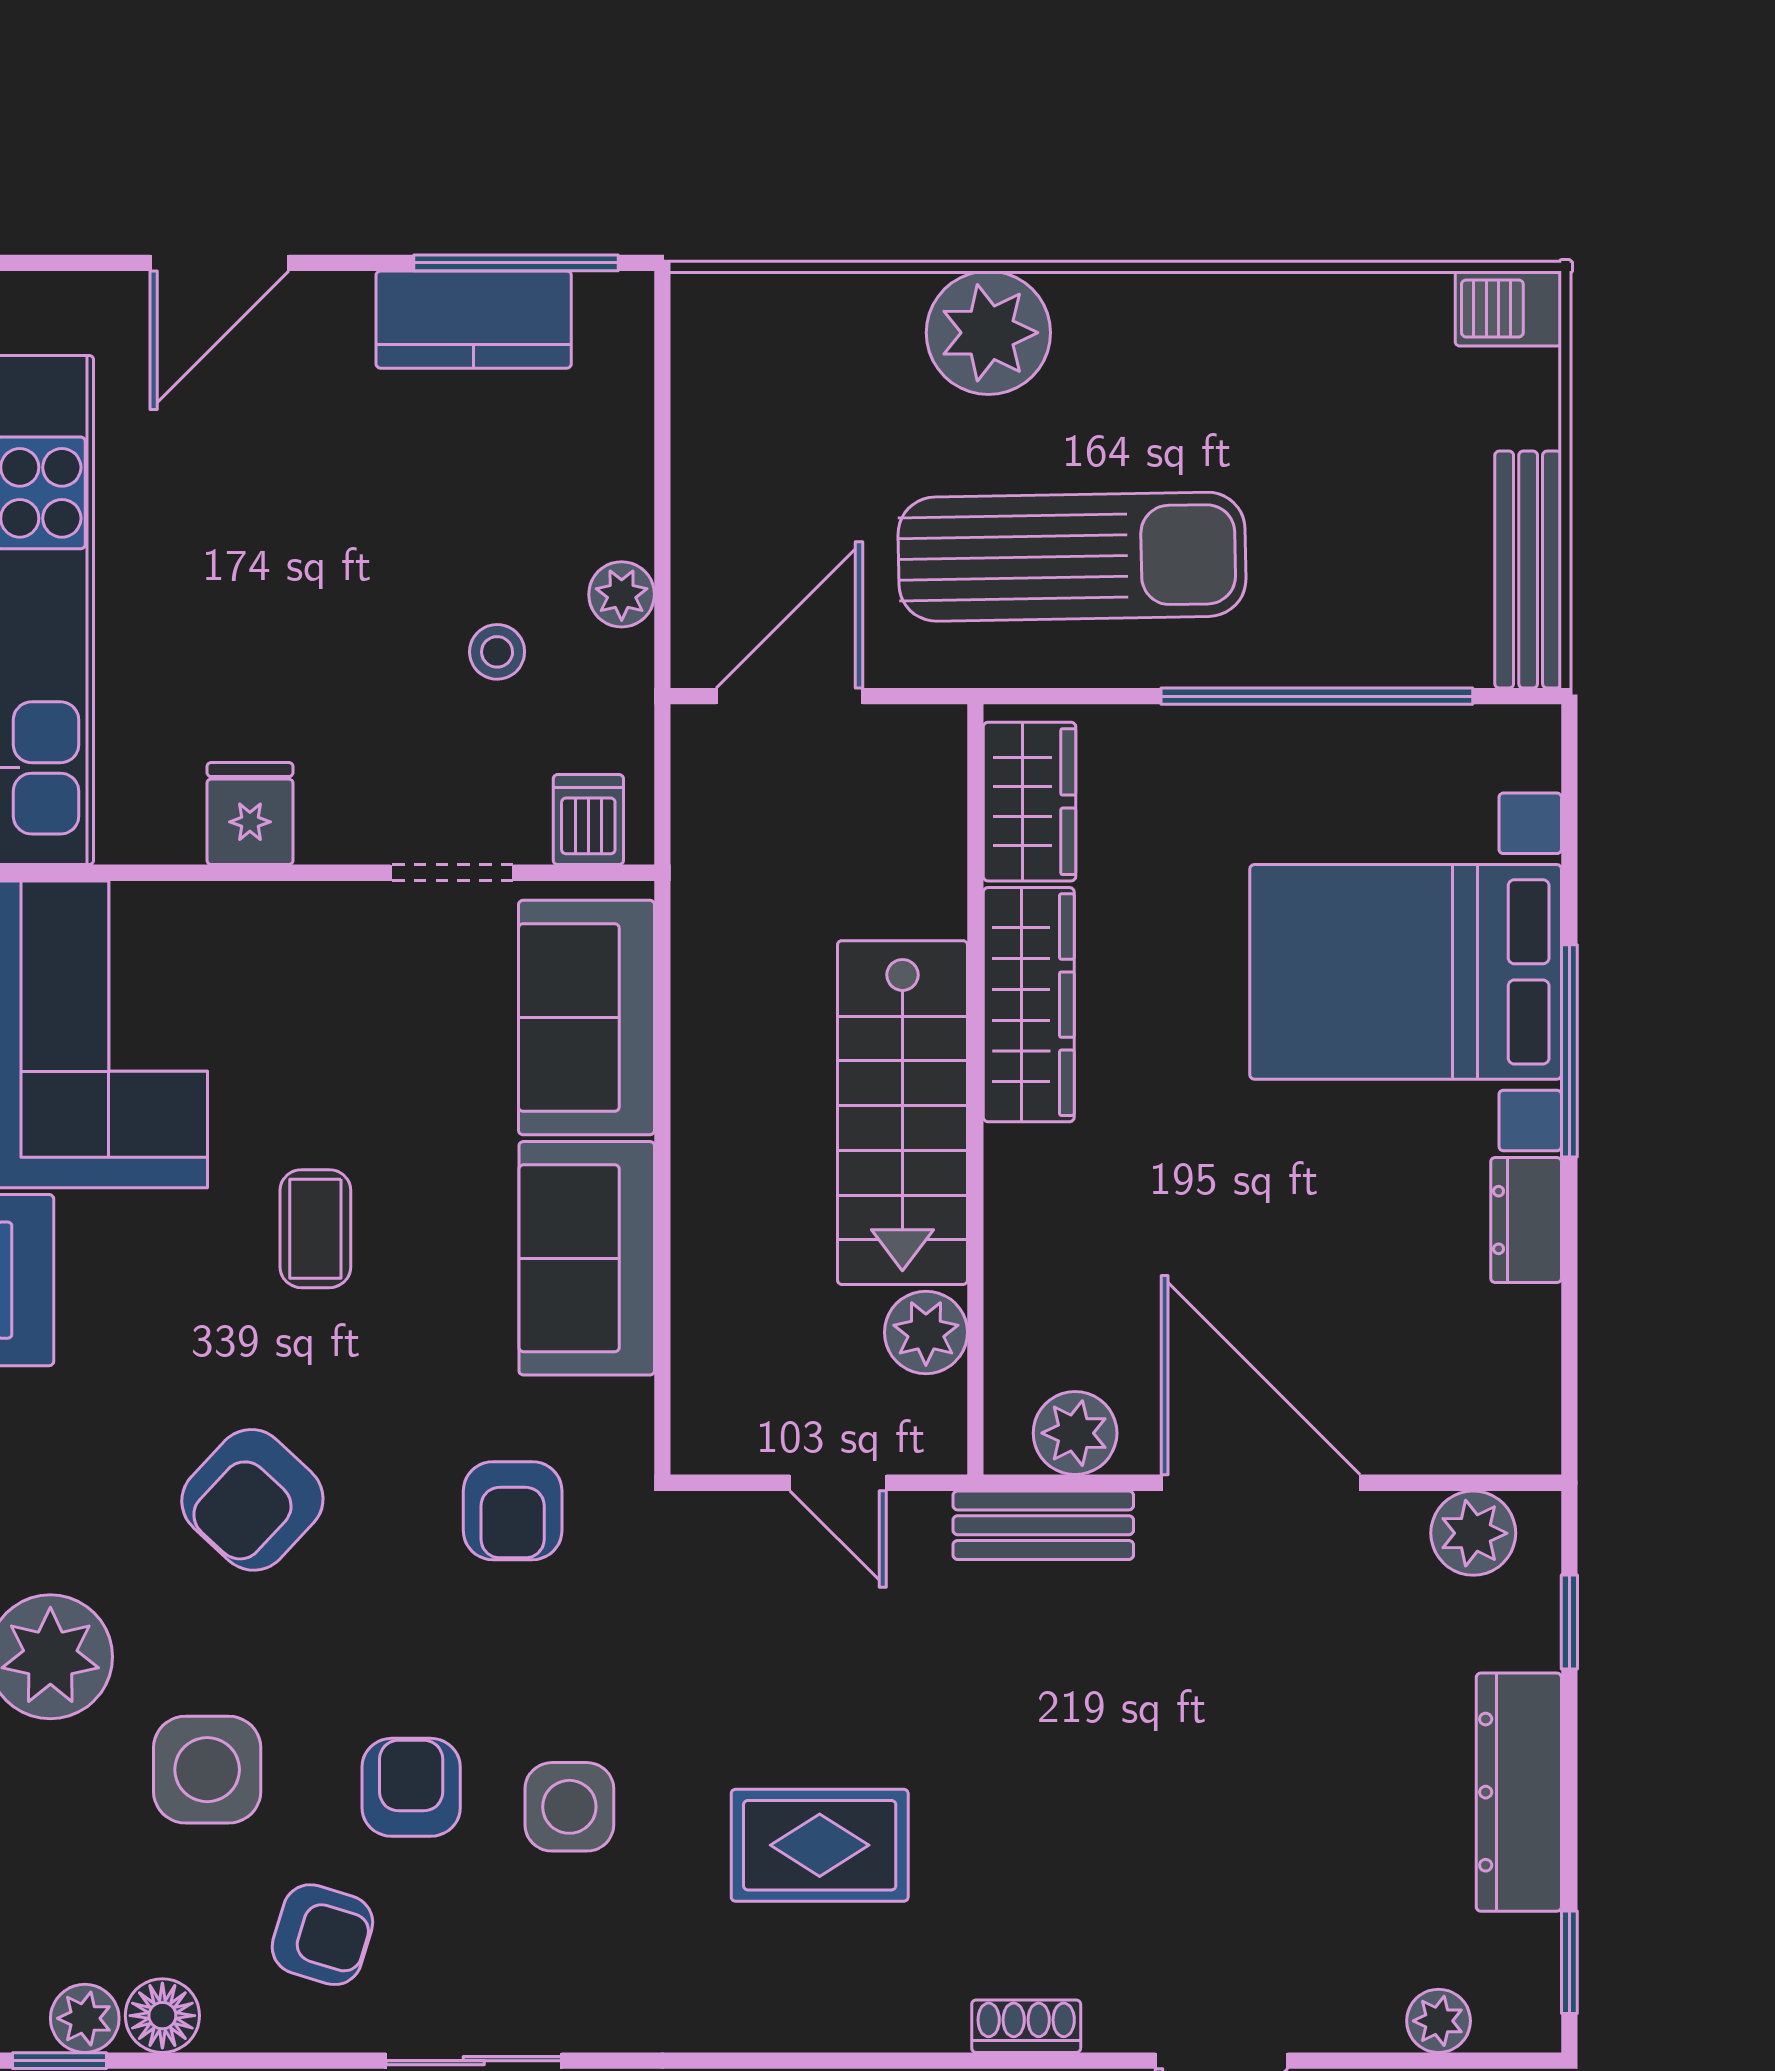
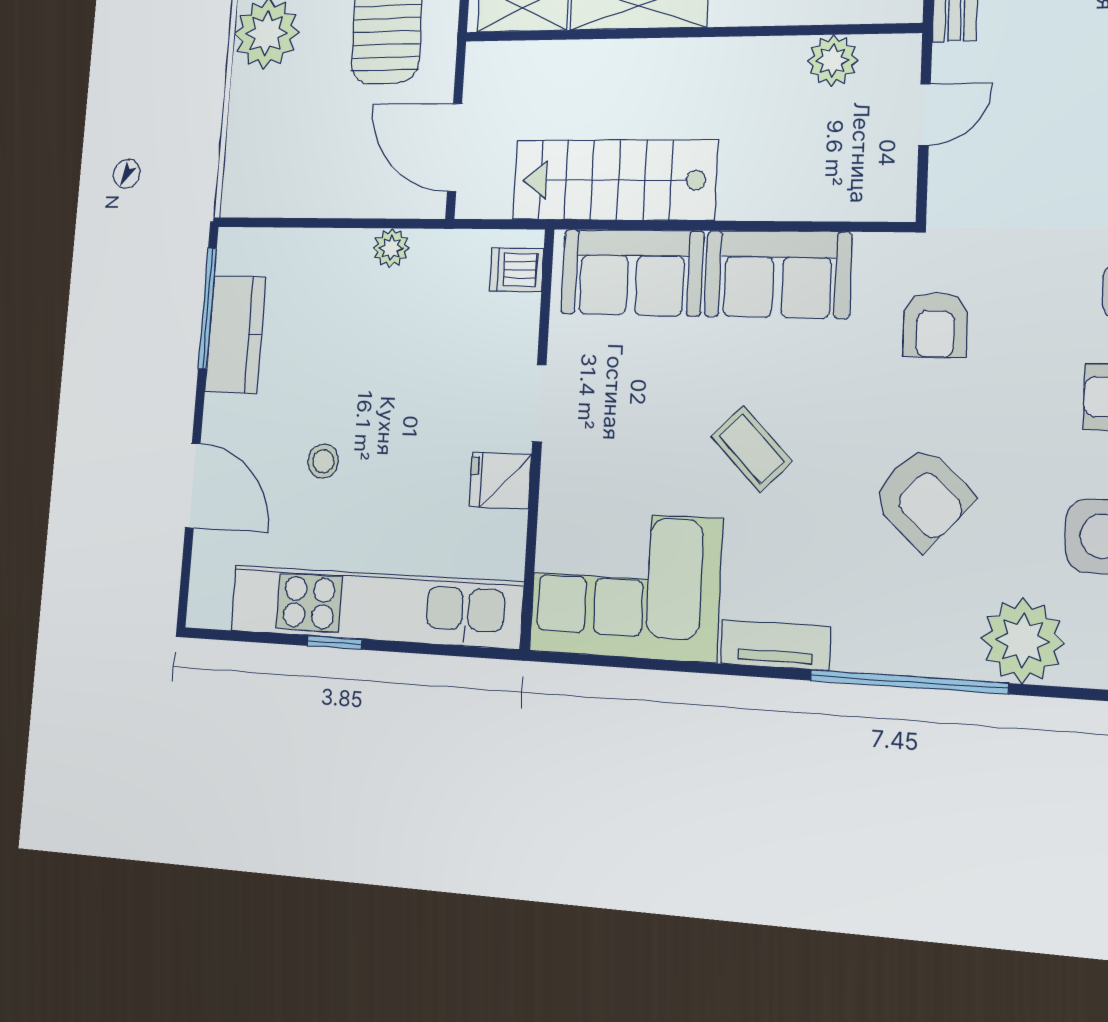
stool: (497, 652) -> (323, 461), moved
doorway: (452, 873) -> (539, 403), moved
stairs: (902, 1113) -> (614, 180), moved, turned 180
coffee table: (315, 1229) -> (752, 449), turned 45
armchair: (513, 1511) -> (935, 325), turned 90

